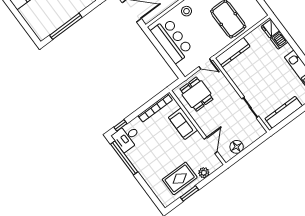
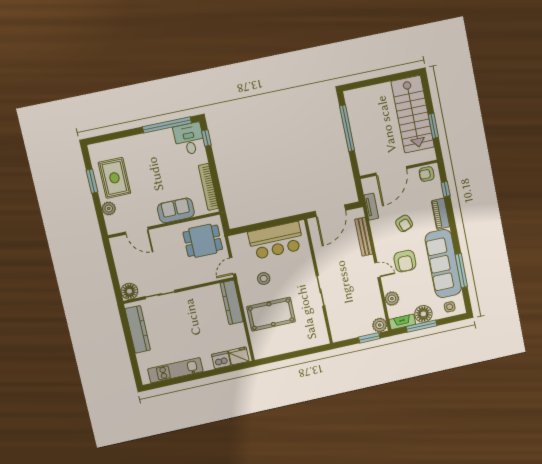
stool: (186, 11) -> (264, 279), moved
floor lamp: (237, 147) -> (129, 291), moved

